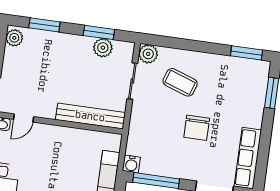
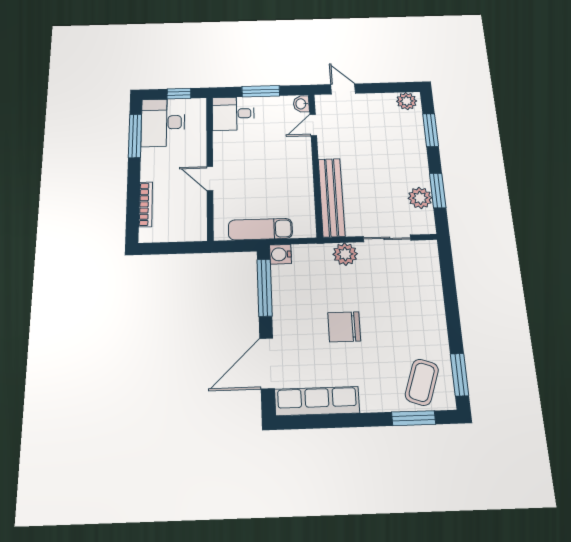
plant: (148, 54) -> (345, 254), moved
coffee table: (180, 82) -> (422, 382), moved
door: (24, 118) -> (313, 125), hinge flipped

